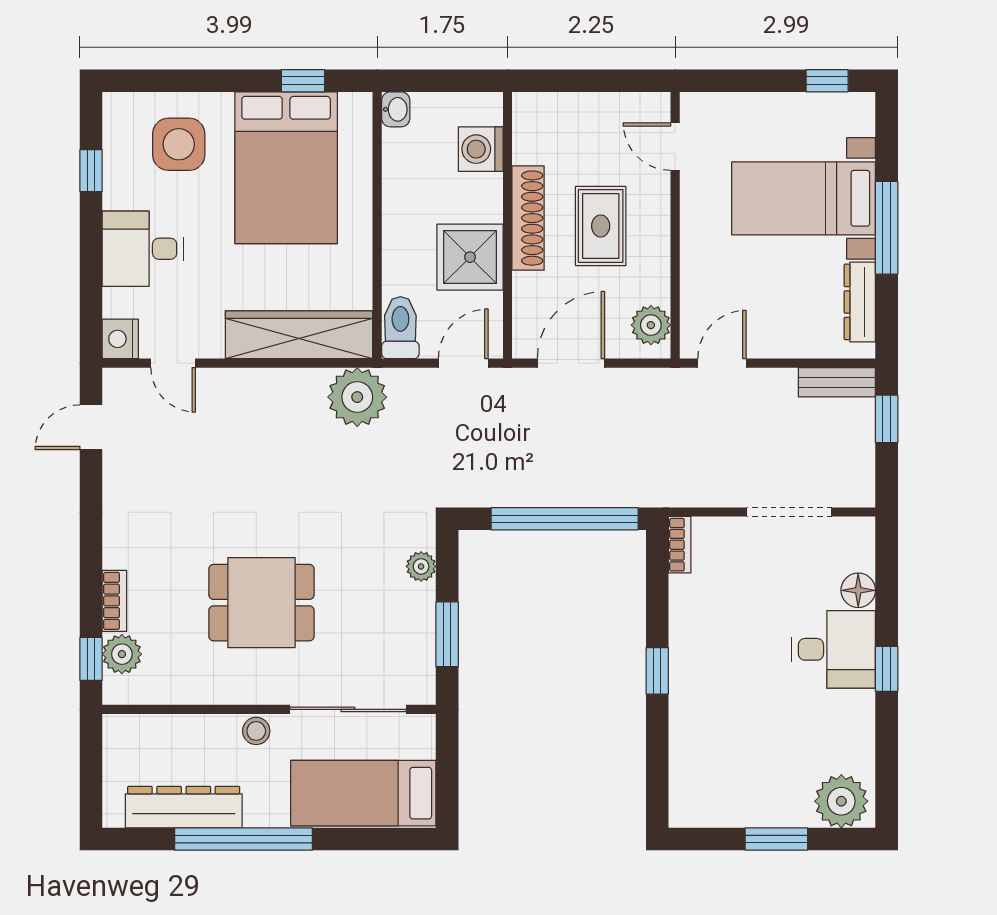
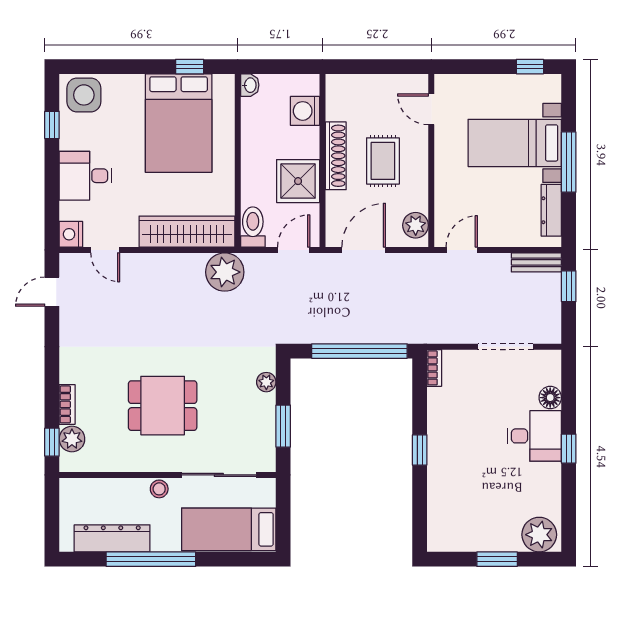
side table: (179, 144) -> (84, 95), moved

